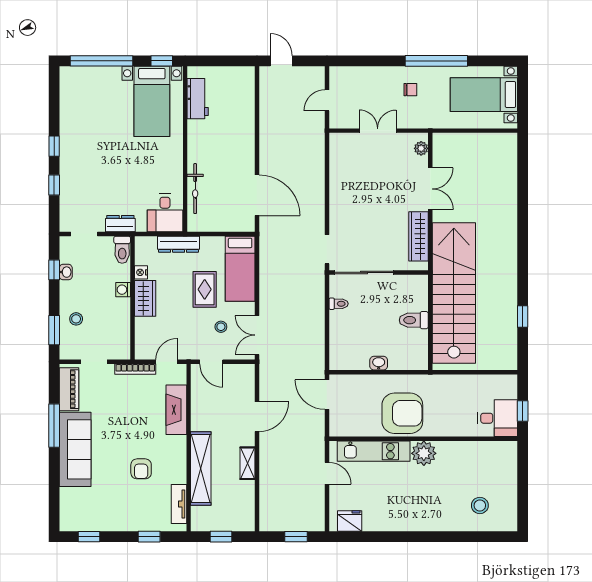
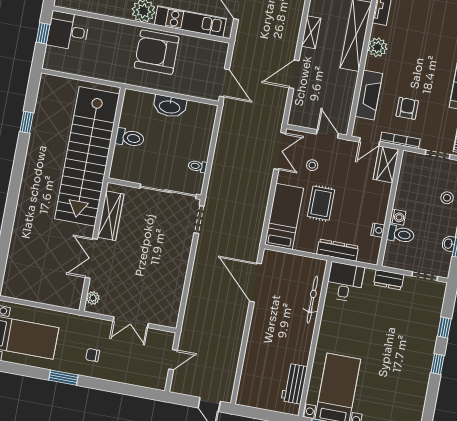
window: (436, 61) -> (63, 378), width x0.47
toilet: (122, 250) -> (401, 234), moved, turned 90
wardrobe: (145, 298) -> (386, 164), moved
washbasin: (379, 363) -> (170, 106), width x1.91, depth x1.45
plant: (176, 460) -> (377, 47), added
armchair: (141, 469) -> (407, 108), moved

